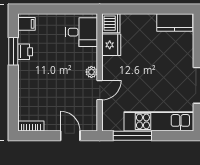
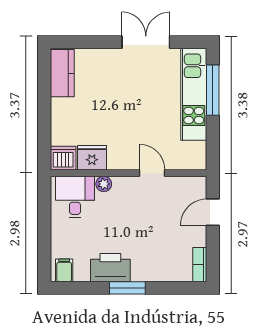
window: (13, 51) -> (127, 288), moved
printer: (25, 52) -> (110, 268), width x1.87, depth x1.48
plant: (91, 72) -> (104, 184), moved
window: (132, 136) -> (213, 90), moved

